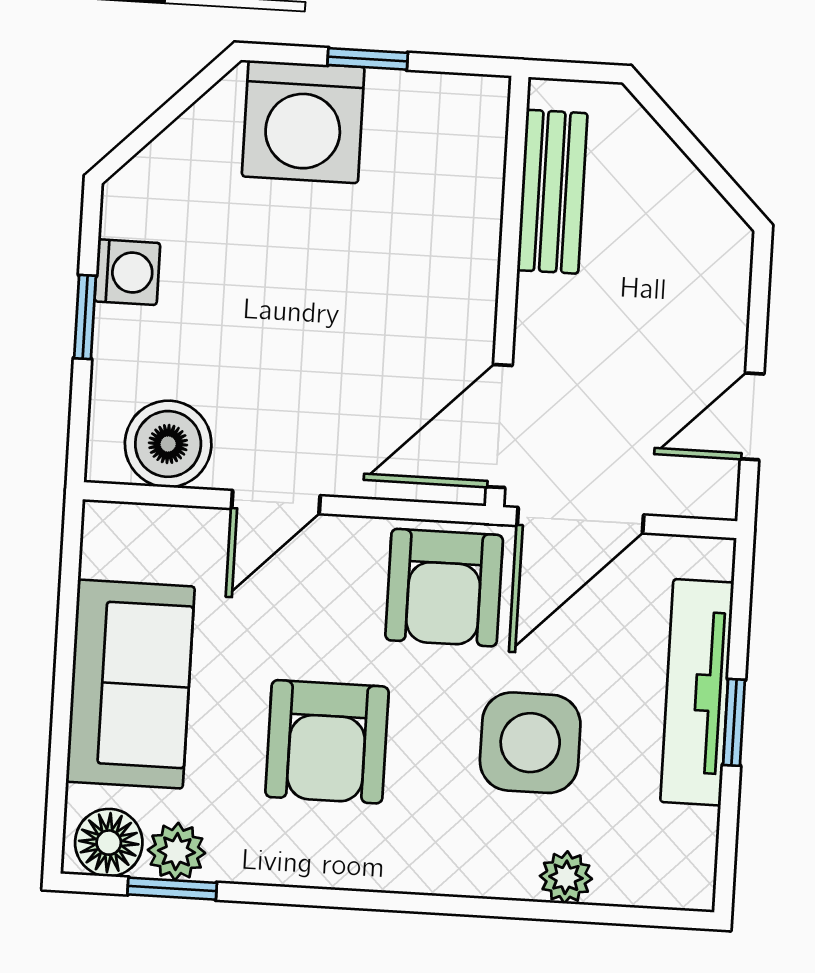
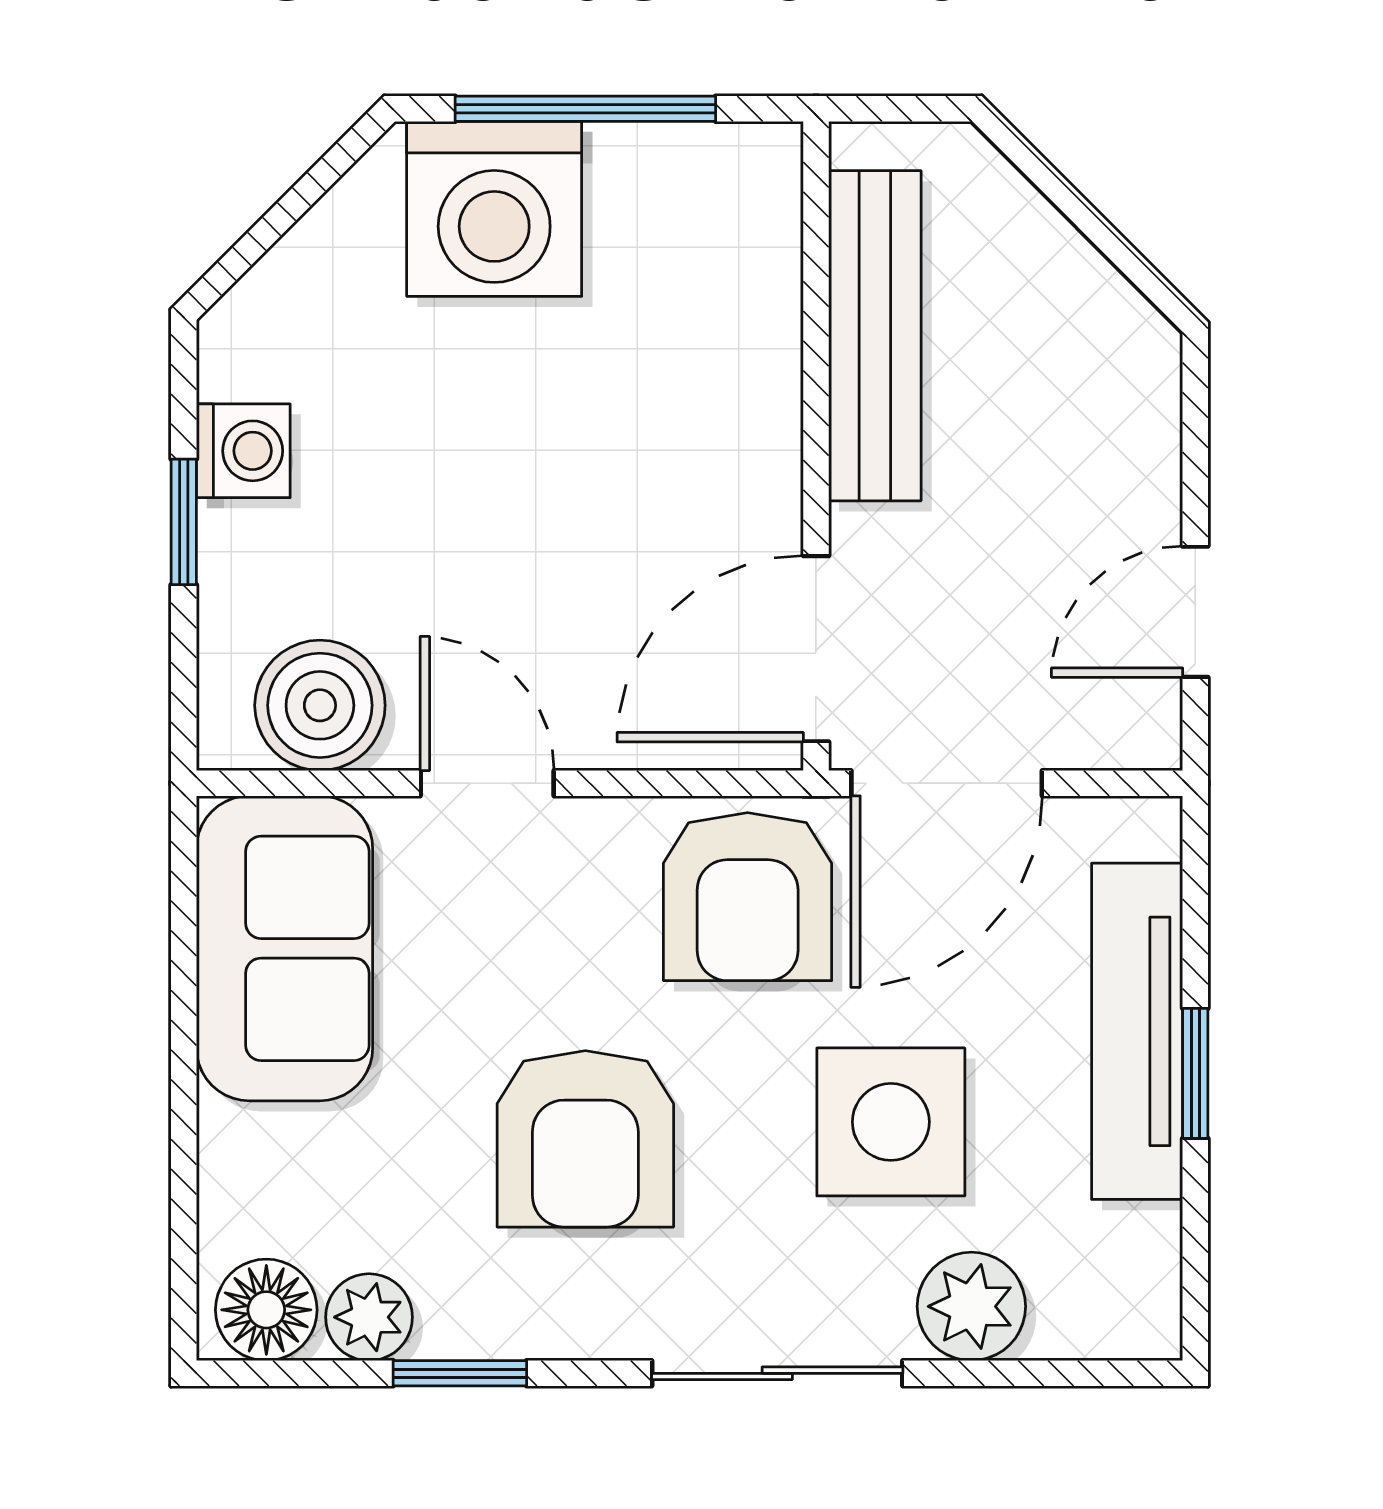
window: (368, 59) -> (585, 109), width x2.17
bench: (552, 192) -> (875, 336), width x1.36
door: (276, 502) -> (487, 783), swing flipped
sofa: (130, 684) -> (285, 948), moved
plant: (566, 877) -> (971, 1306), width x1.38, depth x1.38
window: (172, 889) -> (460, 1373), moved
sliding door: (445, 905) -> (777, 1373), added

